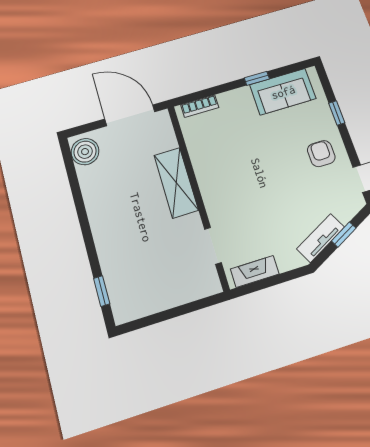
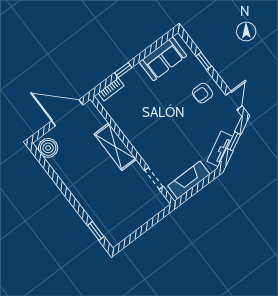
window: (257, 78) -> (123, 70), moved
armchair: (321, 154) -> (203, 93), turned -90
fireplace: (255, 271) -> (189, 180), width x1.37, depth x1.32

